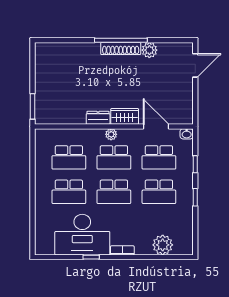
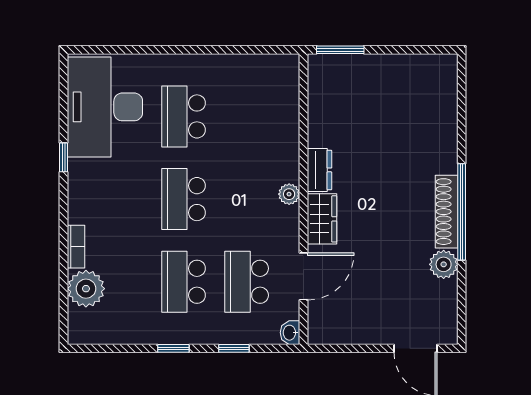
school desk: (69, 157) -> (247, 116), removed
school desk: (114, 157) -> (247, 199), removed
desk: (82, 235) -> (105, 107), moved
bookcase: (122, 250) -> (76, 247), moved

